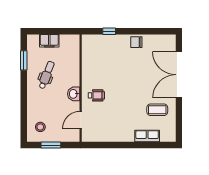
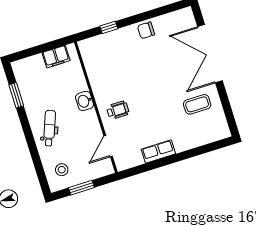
filing cabinet: (49, 41) -> (56, 57), moved
dental chair: (47, 75) -> (50, 128), moved
washbasin: (74, 94) -> (84, 101), moved
row of seats: (147, 136) -> (158, 152), moved

